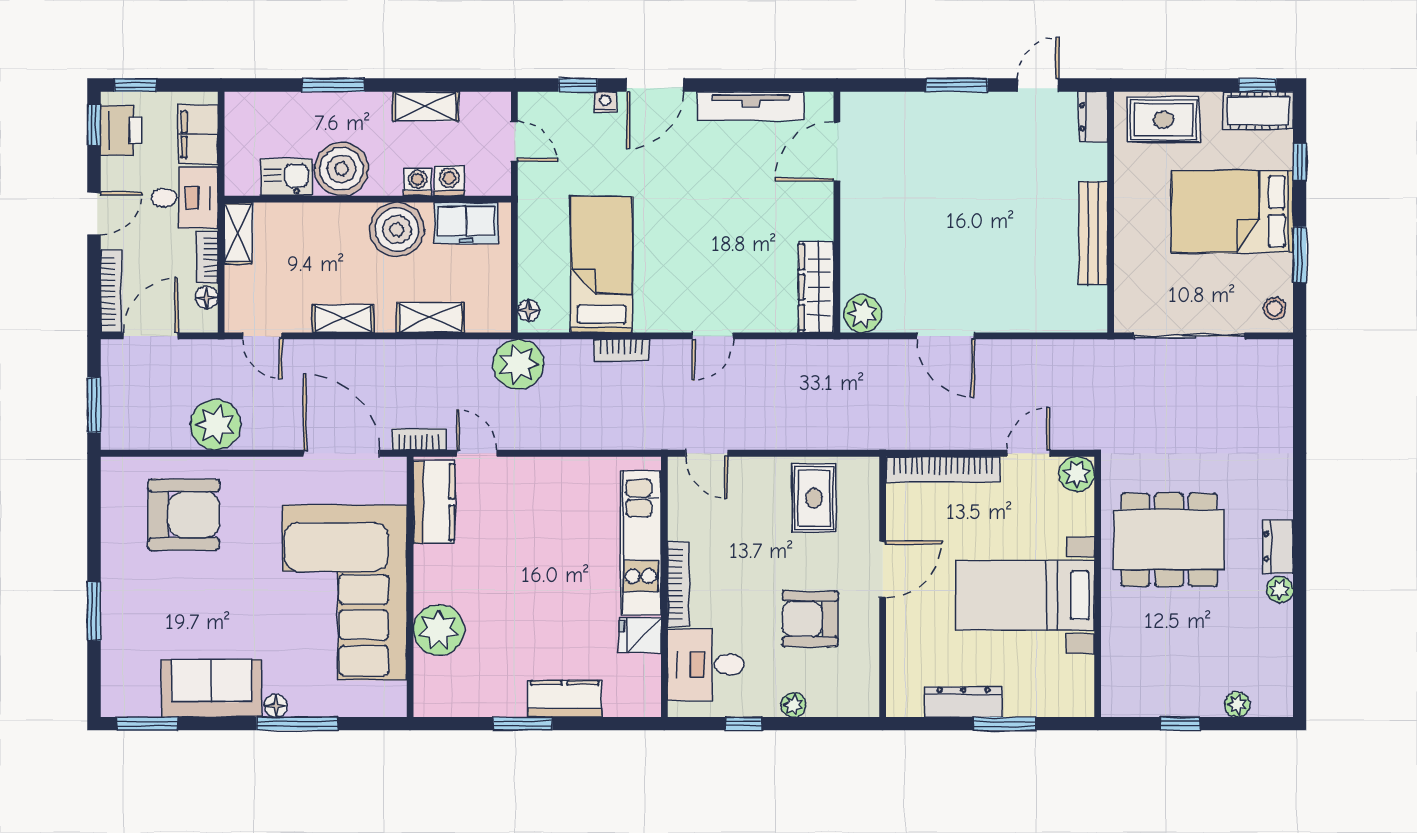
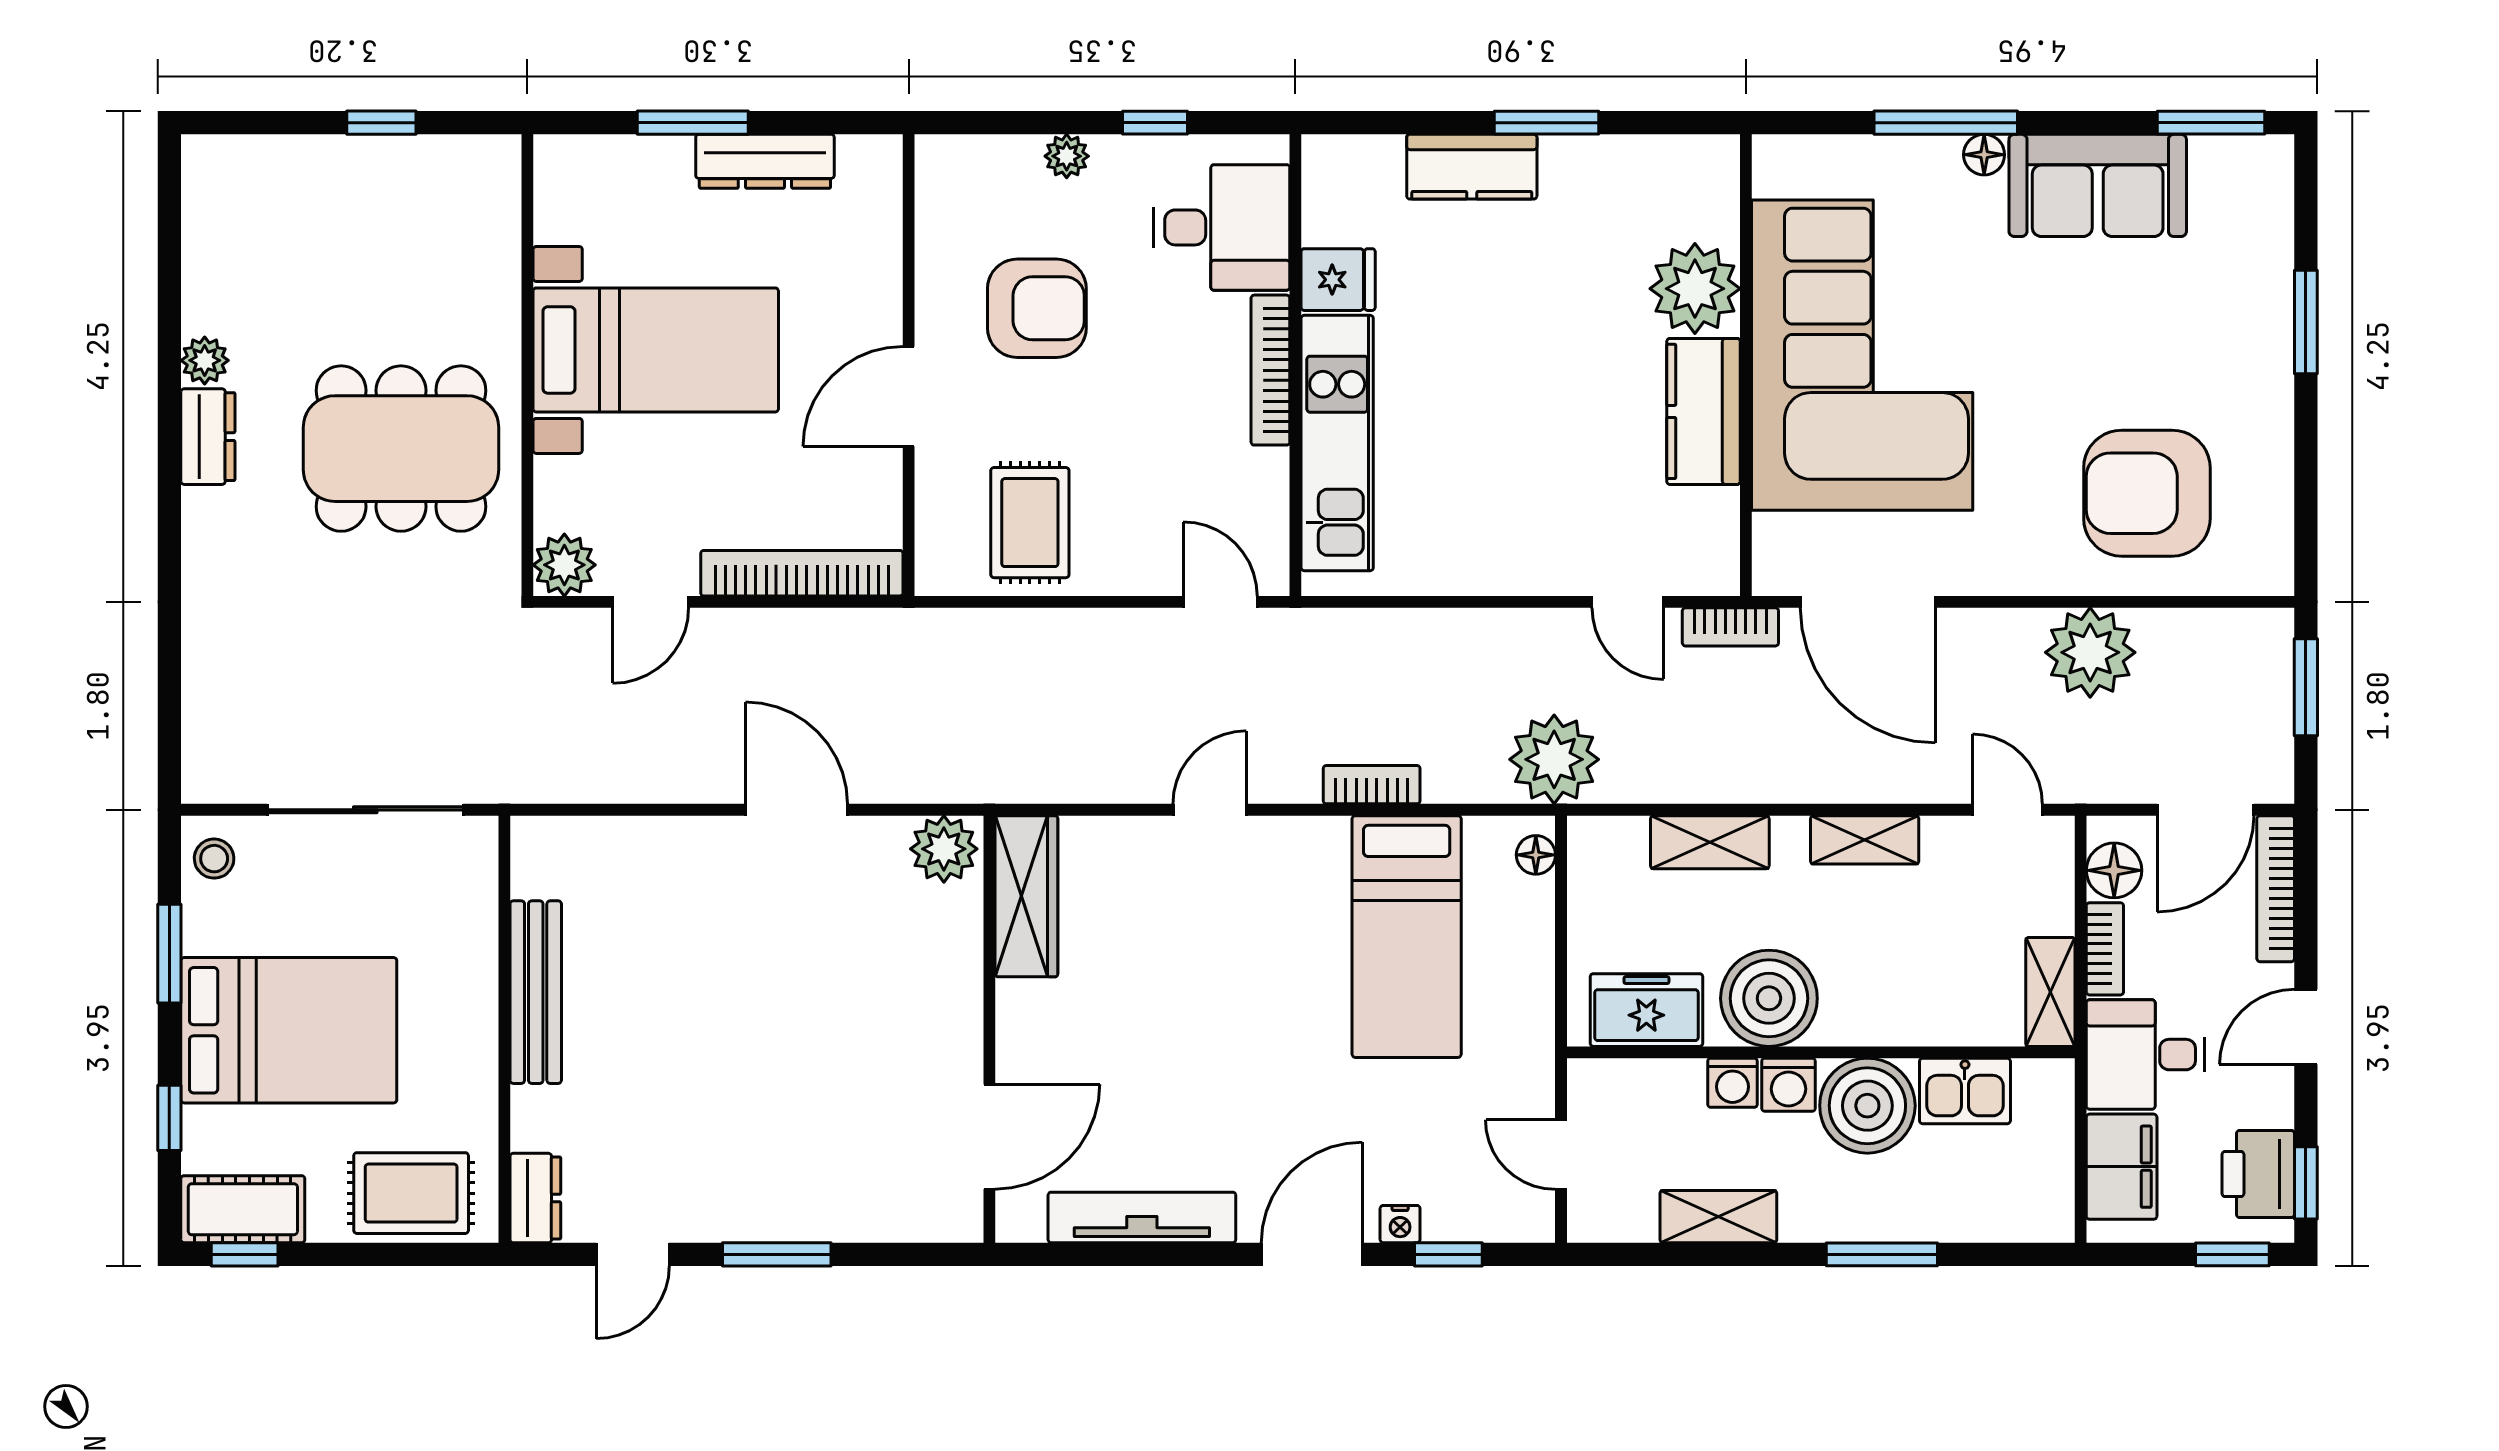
washing machine: (449, 181) -> (1788, 1085), moved
floor lamp: (206, 297) -> (2114, 870), width x1.37, depth x1.37
kitchen counter: (434, 502) -> (1703, 411), moved
plant: (1237, 705) -> (280, 157), removed

